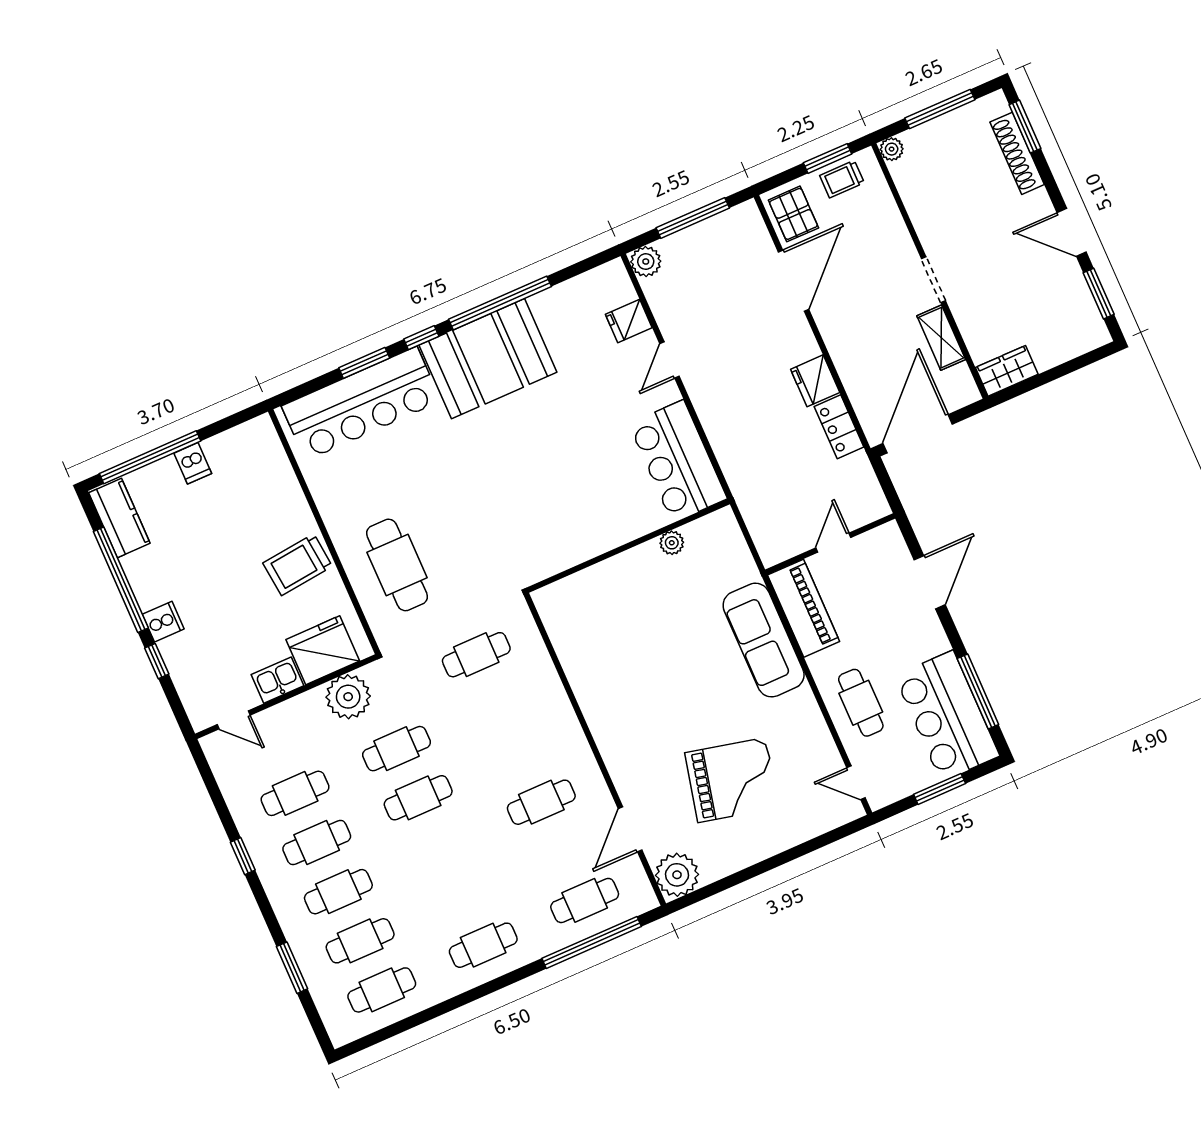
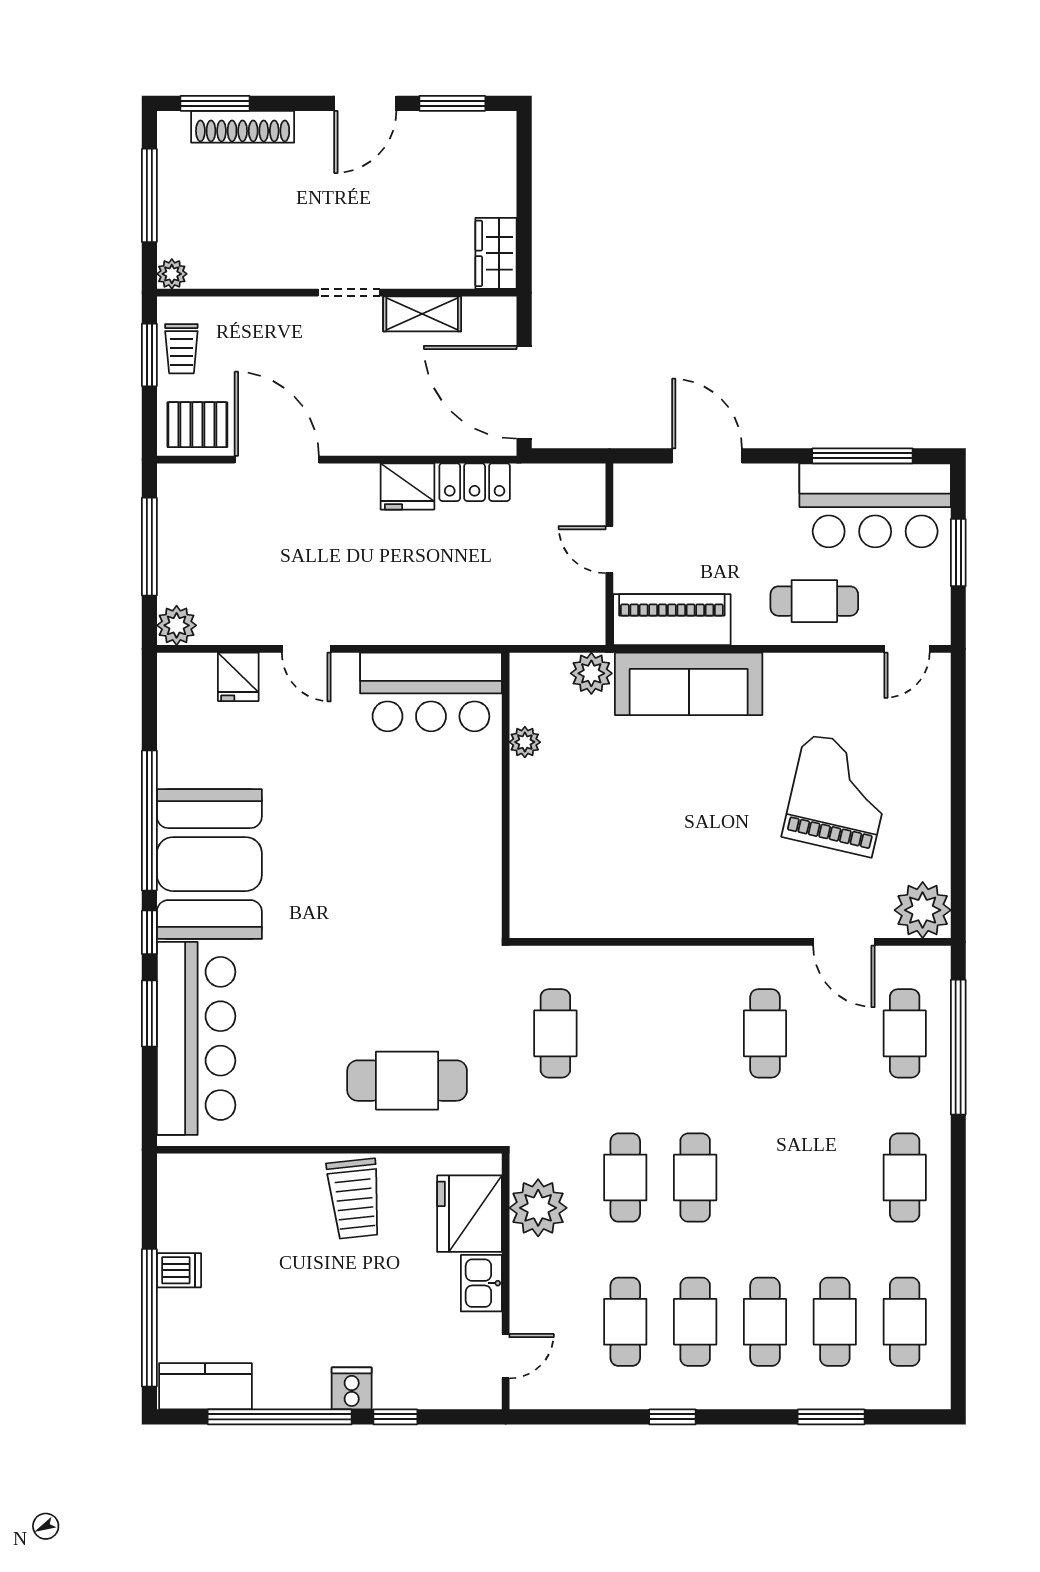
plant: (741, 568) -> (591, 673), added

